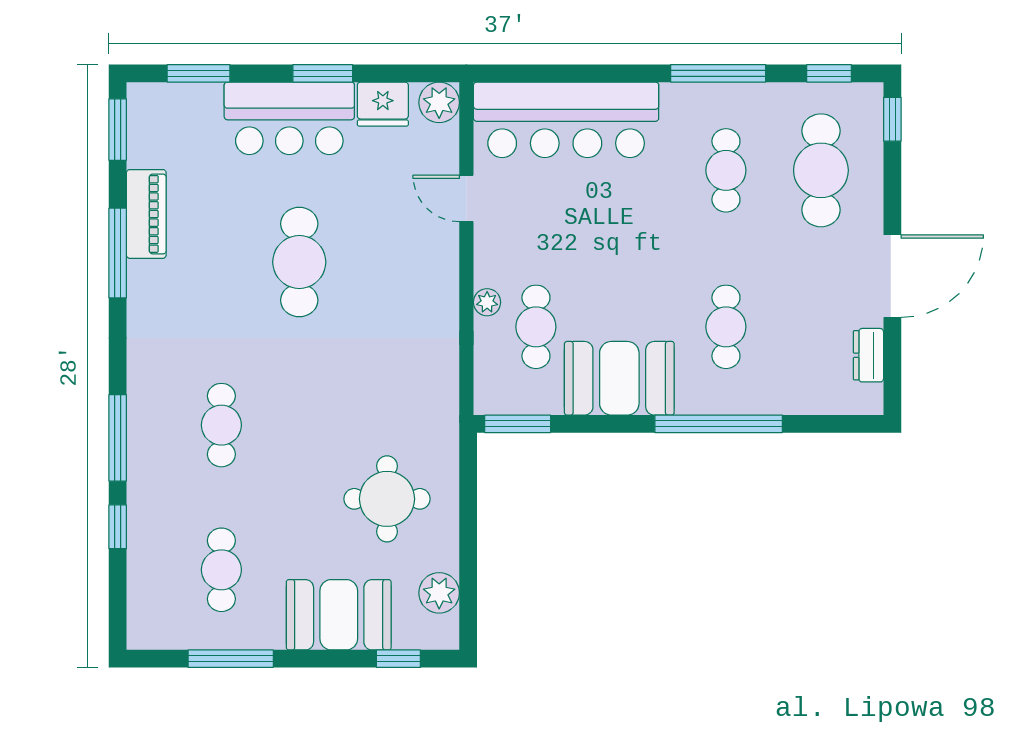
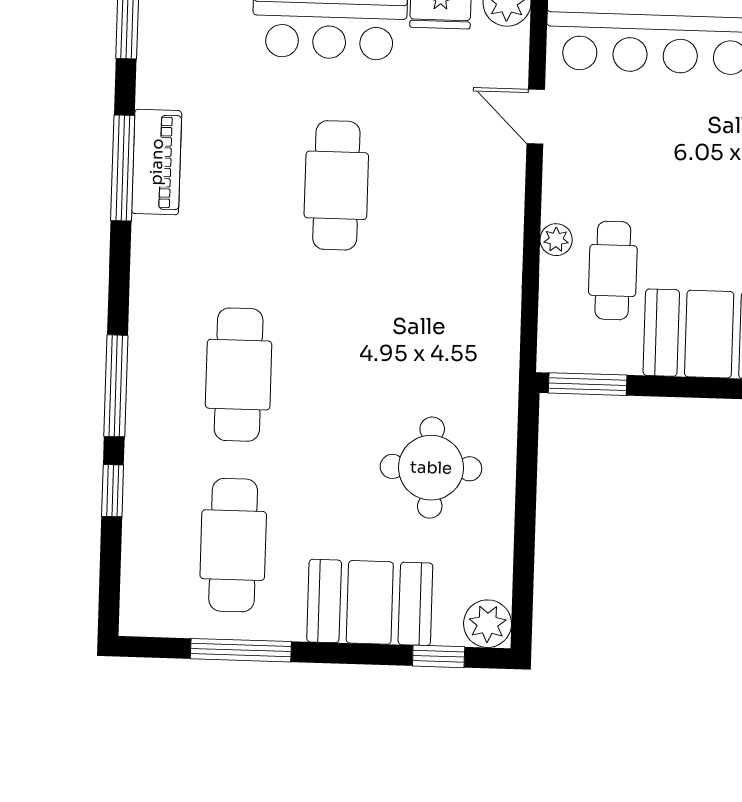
piano: (146, 214) -> (157, 162), moved
cafe table: (221, 425) -> (239, 375), width x1.37, depth x1.35
cafe table: (221, 570) -> (233, 545), width x1.37, depth x1.35
plant: (439, 593) -> (488, 624), moved

